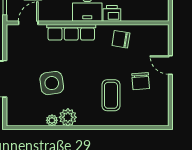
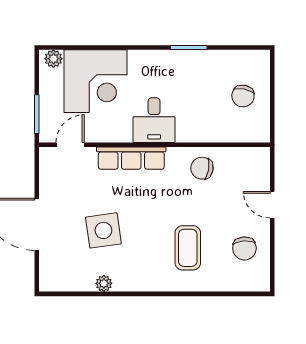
printer: (112, 13) -> (189, 131), removed
chair: (141, 81) -> (244, 248), moved
plant: (68, 117) -> (126, 279), removed

